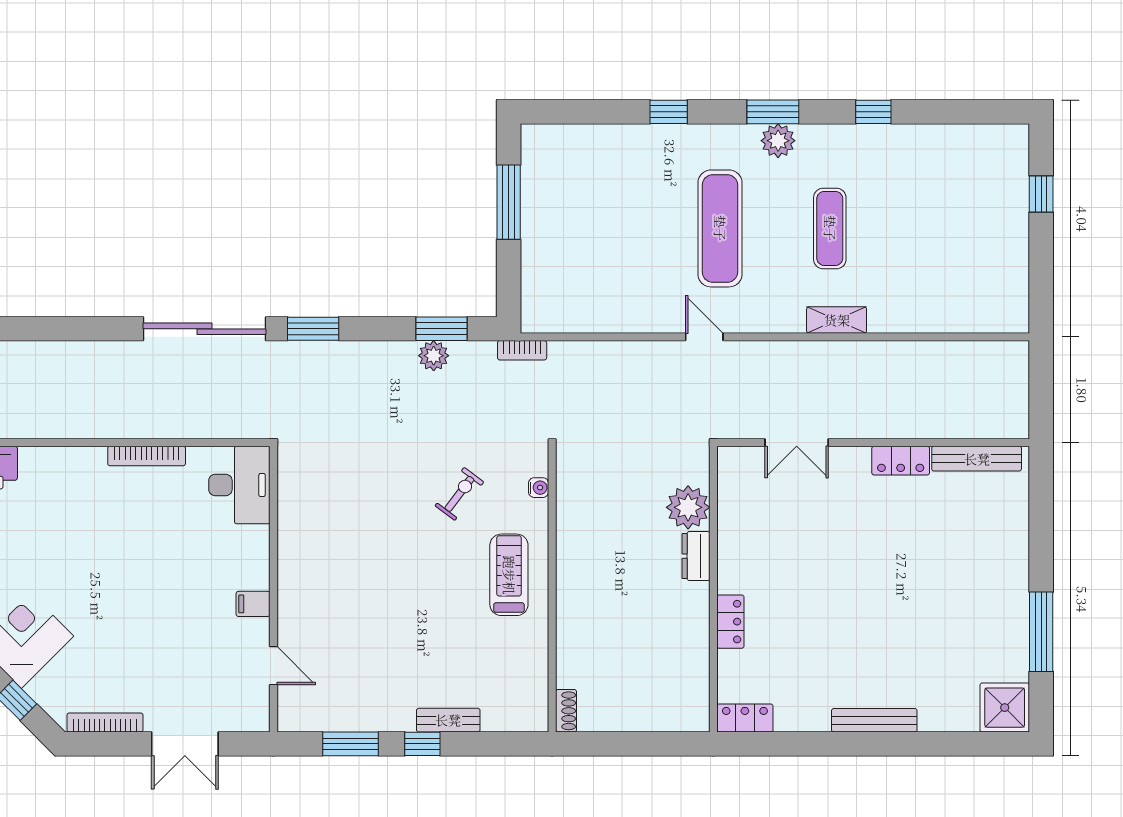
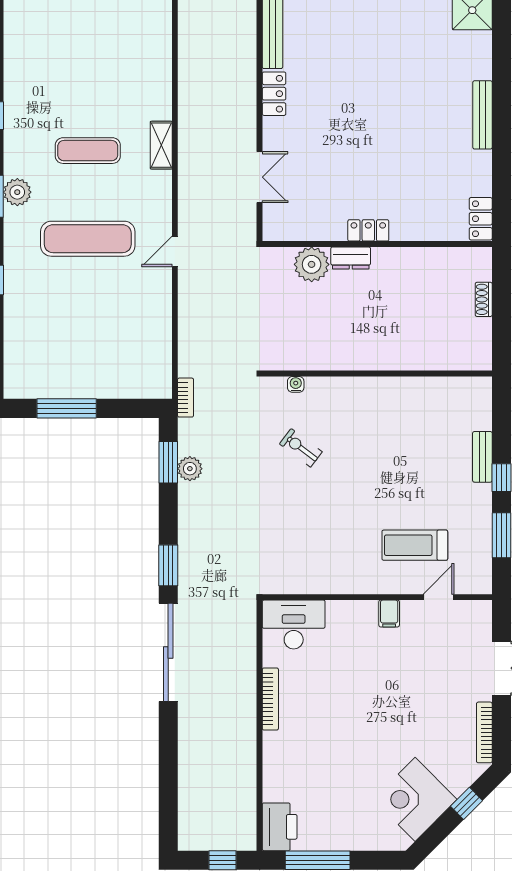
treadmill: (509, 575) -> (415, 545), moved
locker: (730, 622) -> (368, 230), moved
shoe rack: (566, 711) -> (484, 299), moved, turned -90

